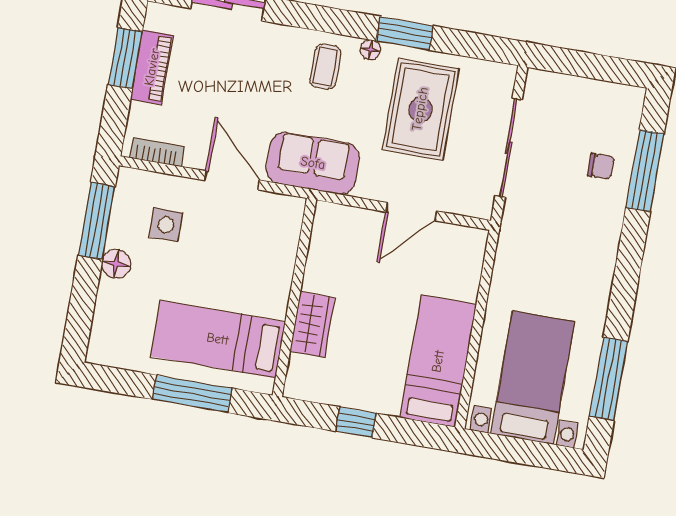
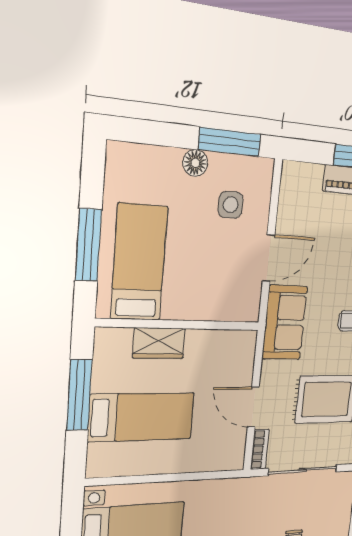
bookcase: (157, 152) -> (260, 449), moved
bed: (438, 361) -> (142, 417), moved
window: (356, 422) -> (79, 395), width x2.17

